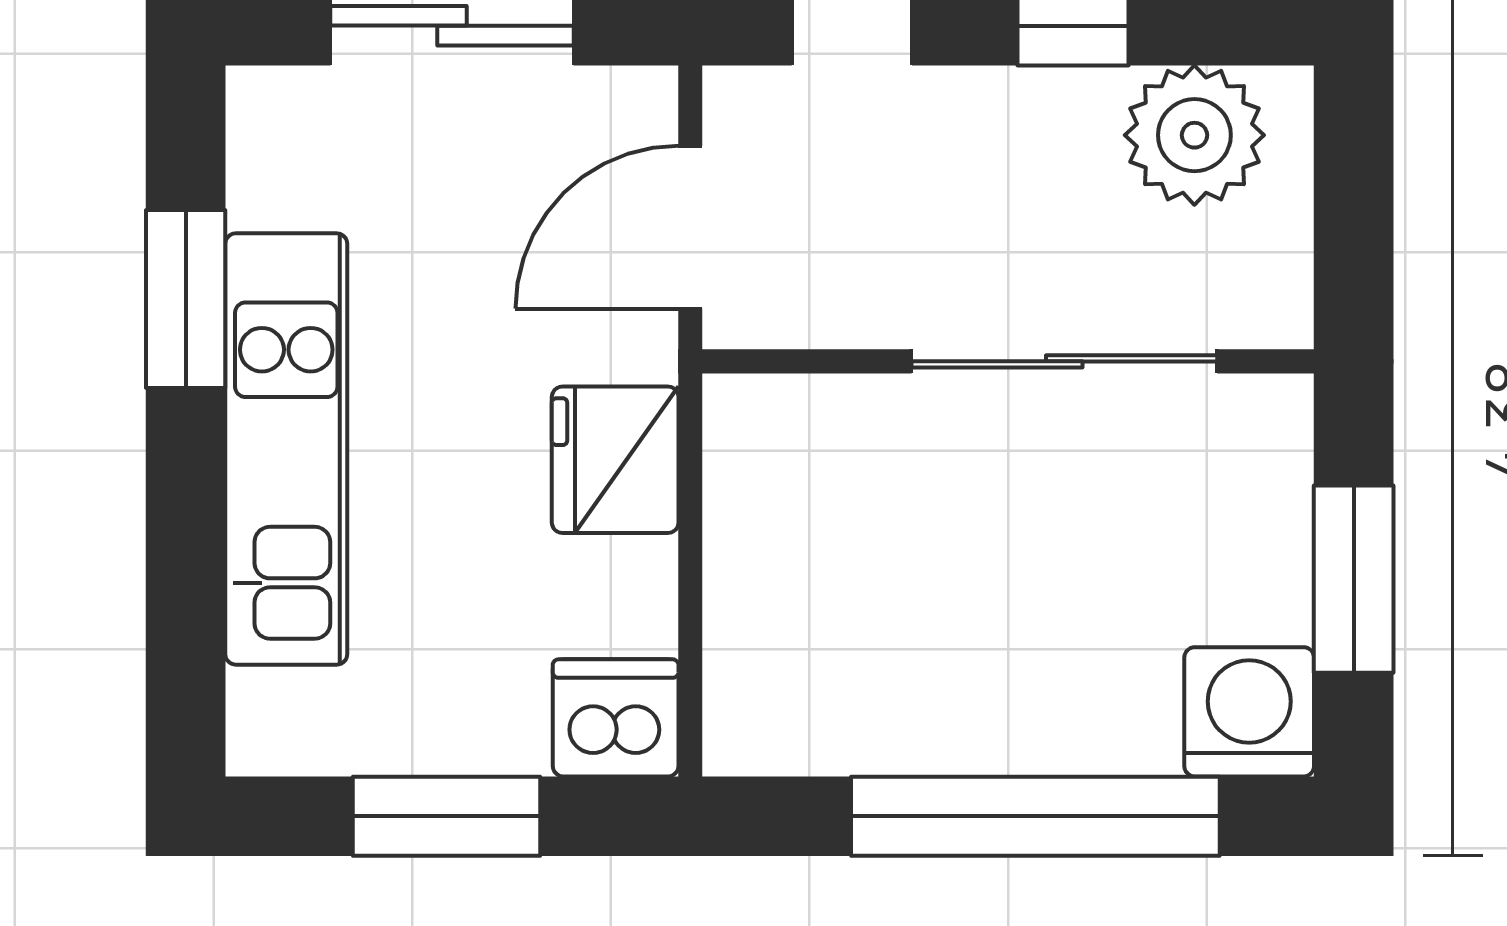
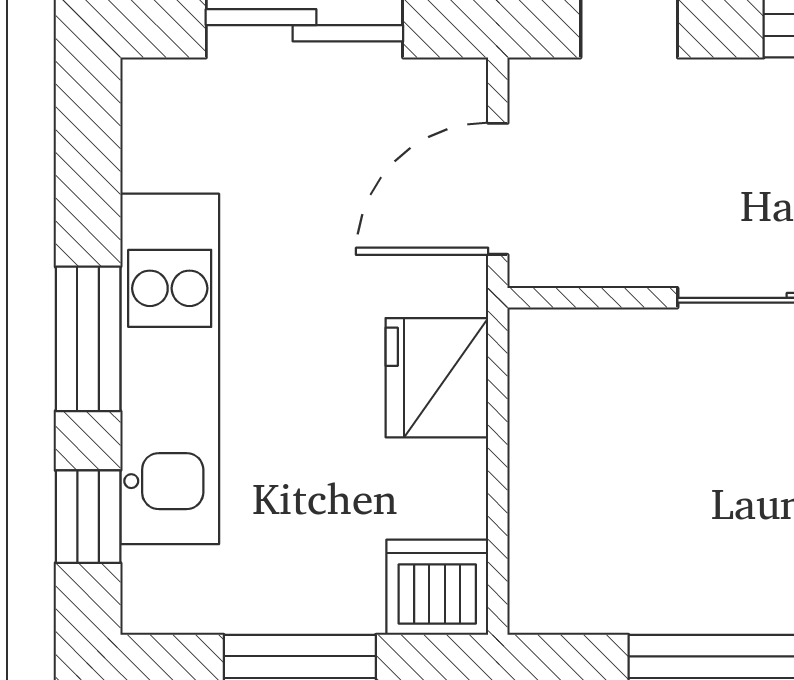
window: (186, 299) -> (88, 339), moved
window: (186, 631) -> (88, 517), added

